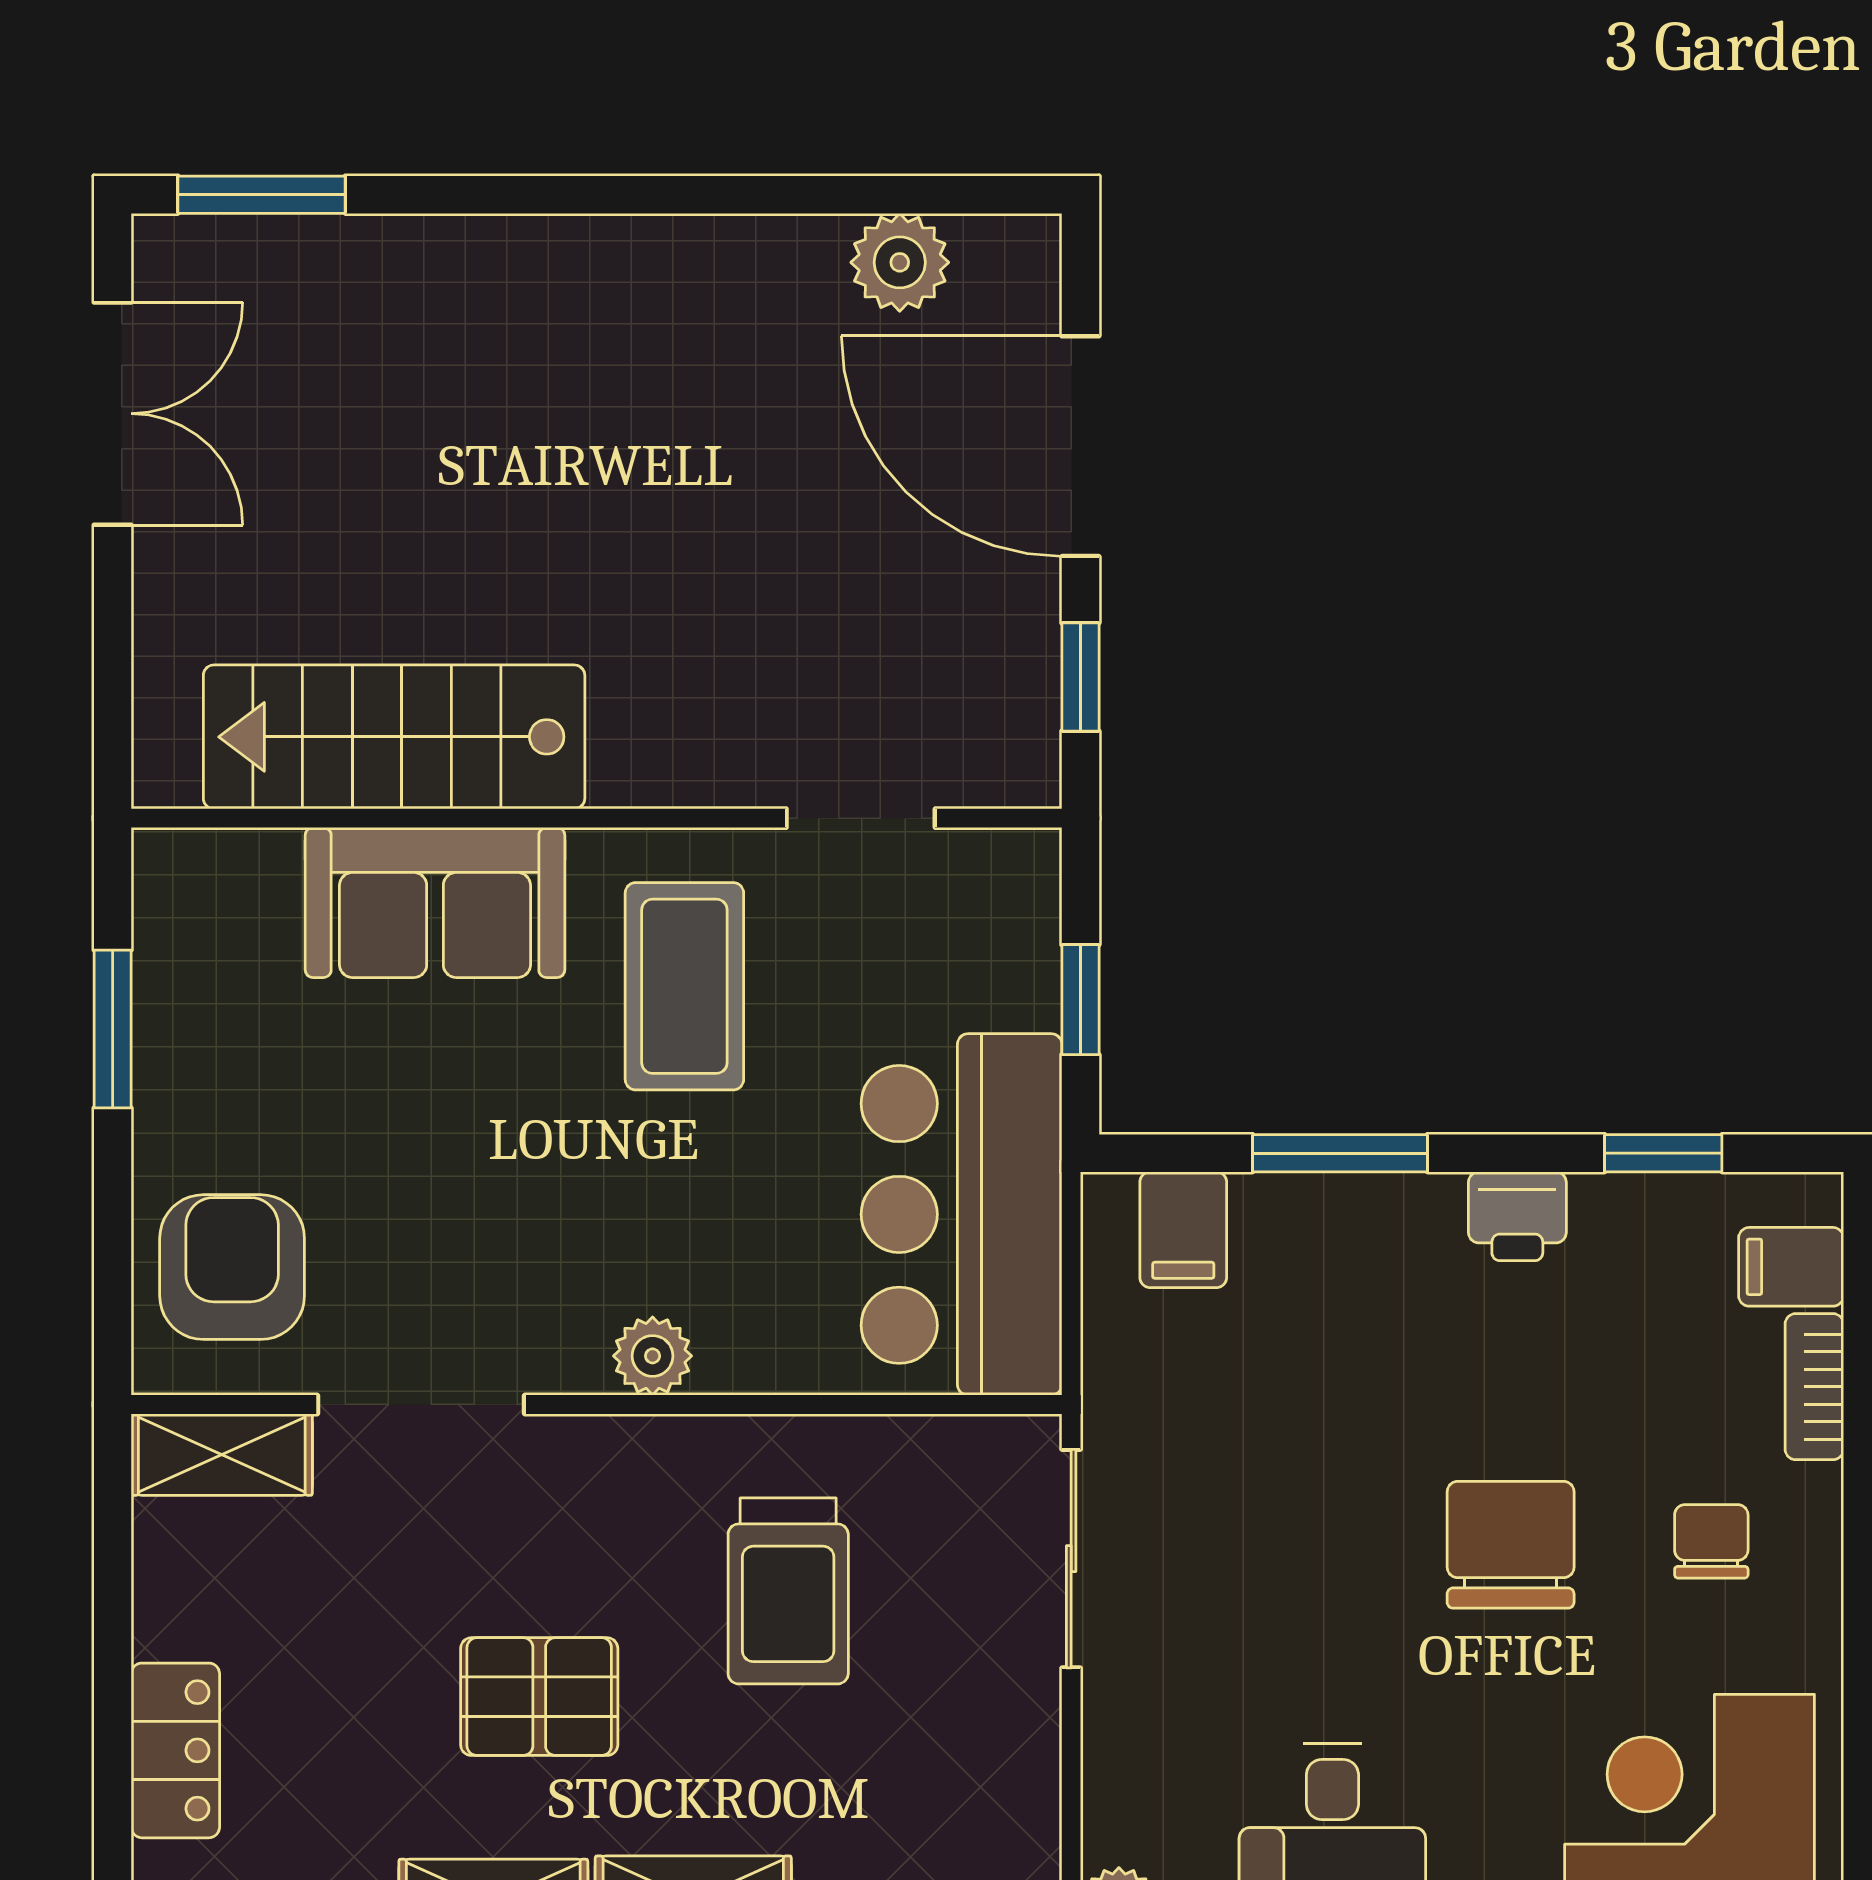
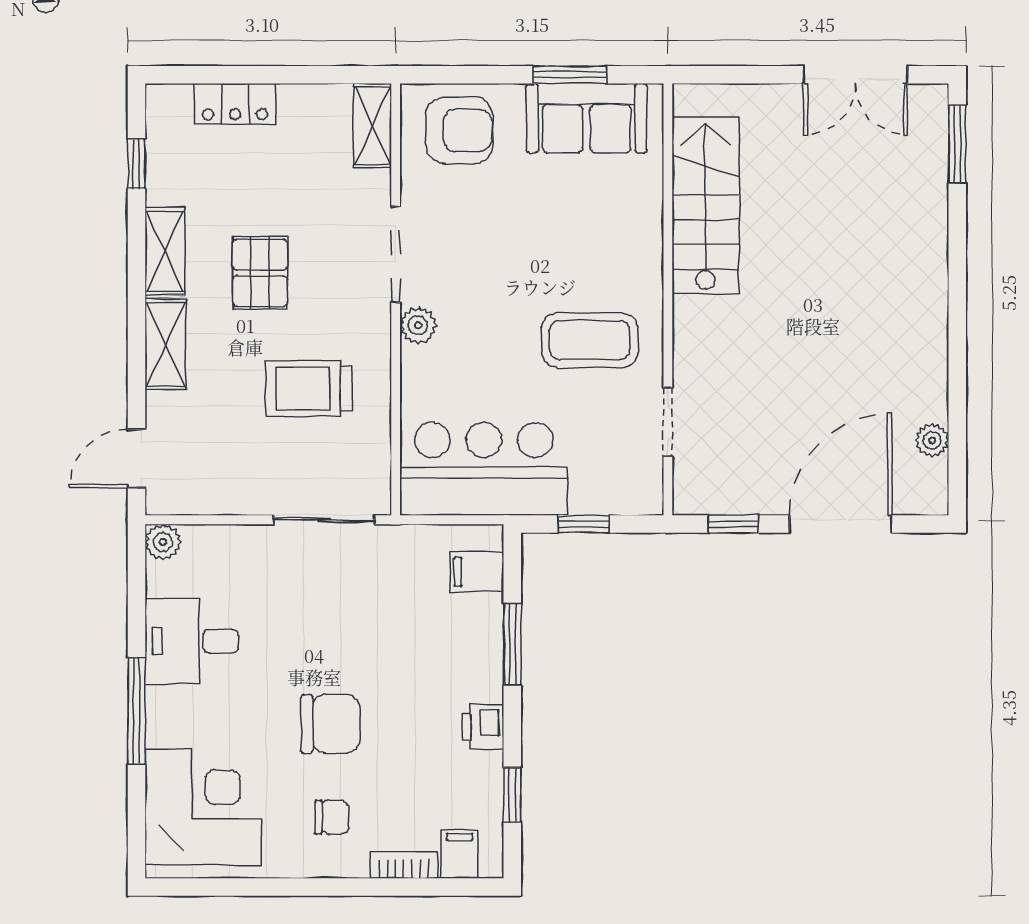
plant: (900, 262) -> (932, 440), width x0.73, depth x0.73
sofa: (435, 903) -> (587, 118), moved, turned -90
doorway: (421, 1404) -> (396, 254), moved

